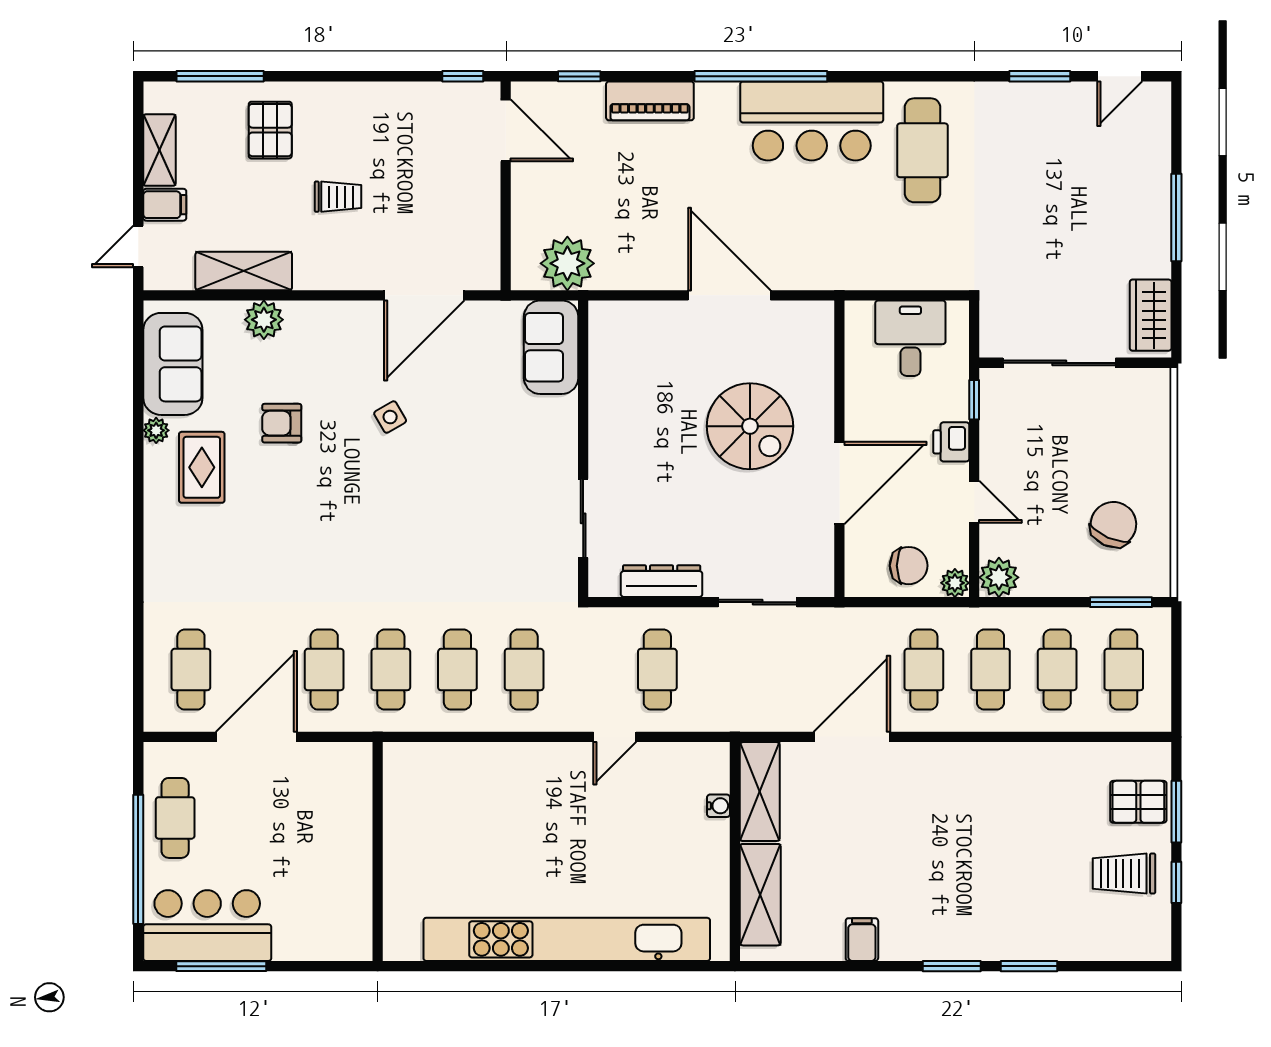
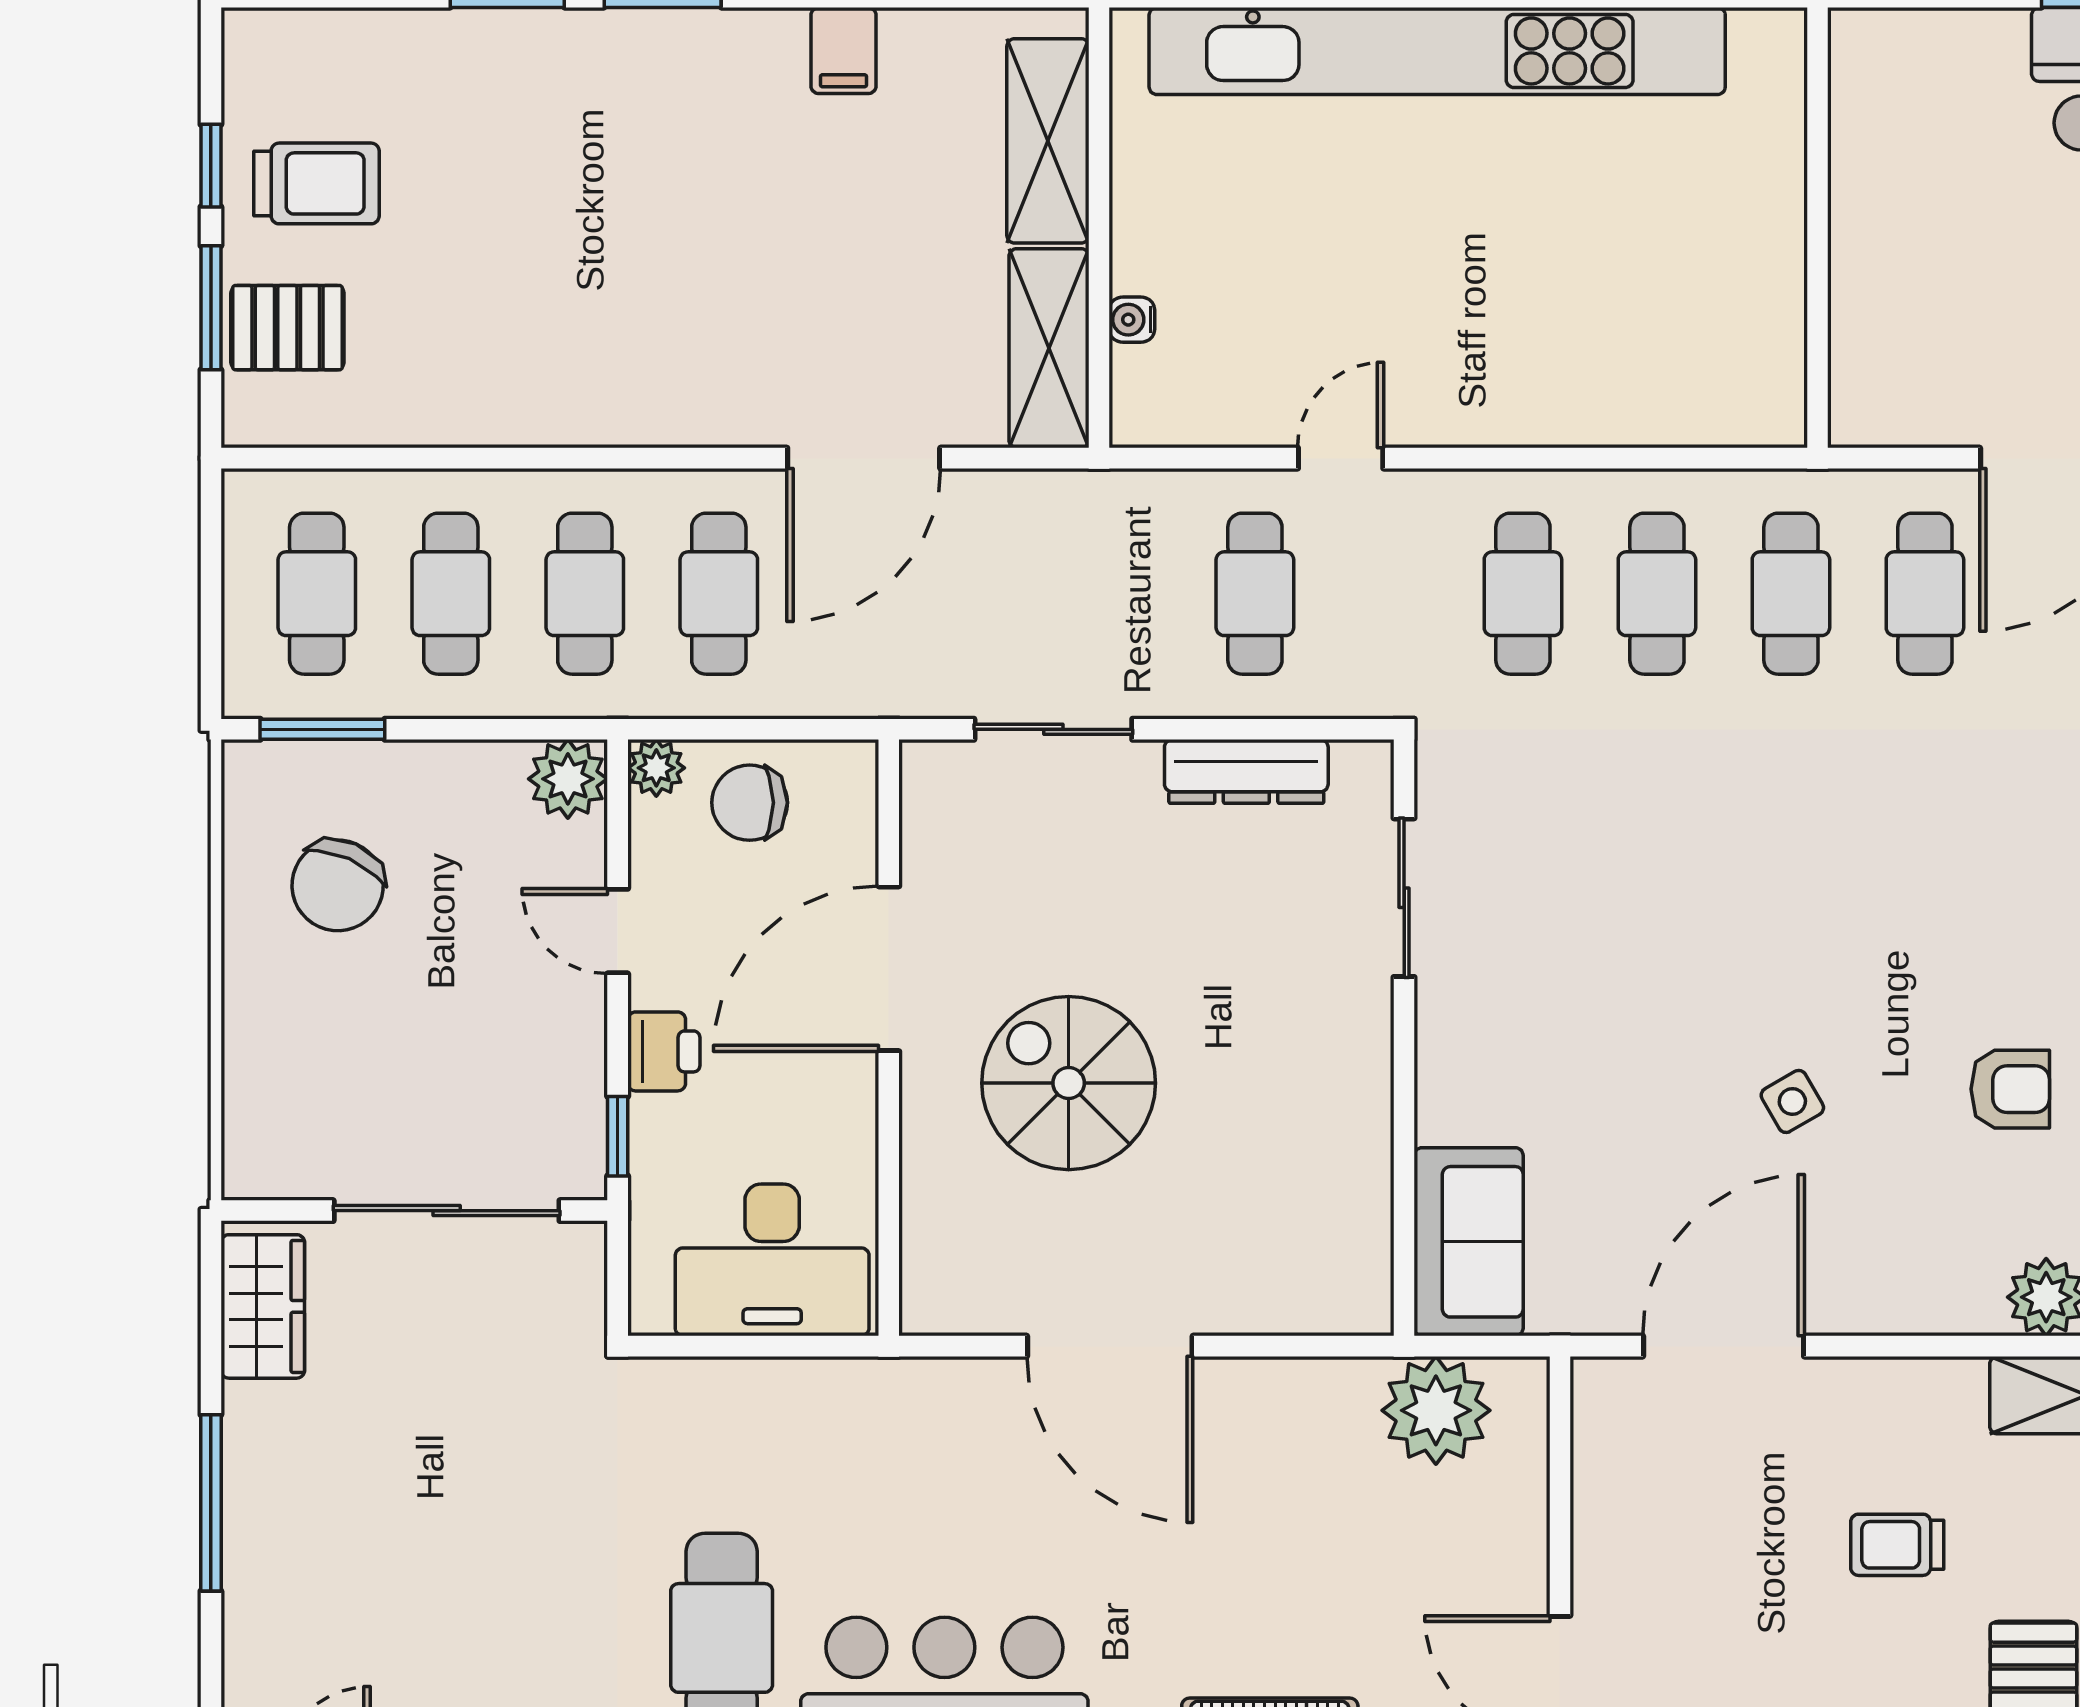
desk: (910, 338) -> (772, 1260), width x1.37

